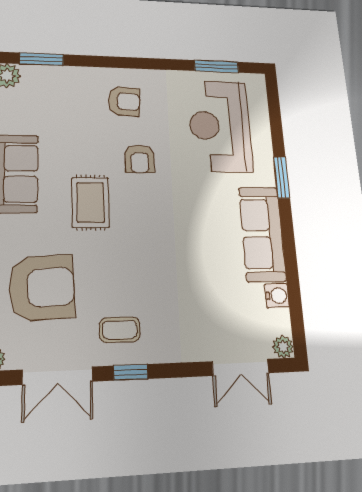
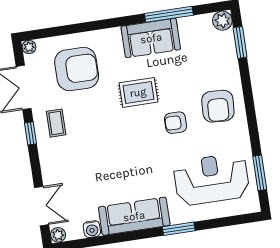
armchair: (124, 101) -> (218, 106), width x1.38, depth x1.38
armchair: (42, 288) -> (77, 69), turned -87
double door: (241, 367) -> (42, 206), swing flipped

